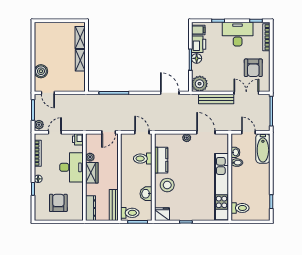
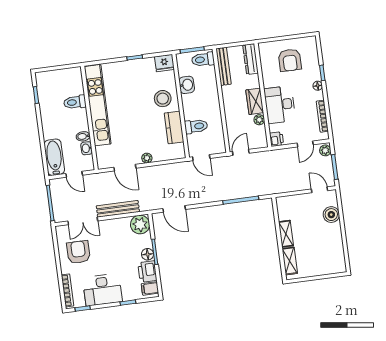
toilet: (240, 208) -> (75, 102), moved

